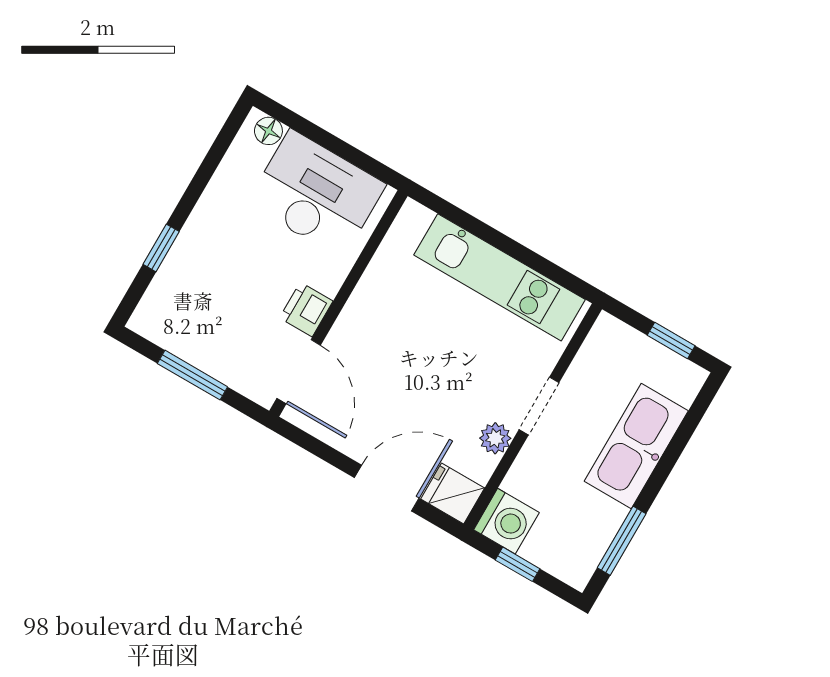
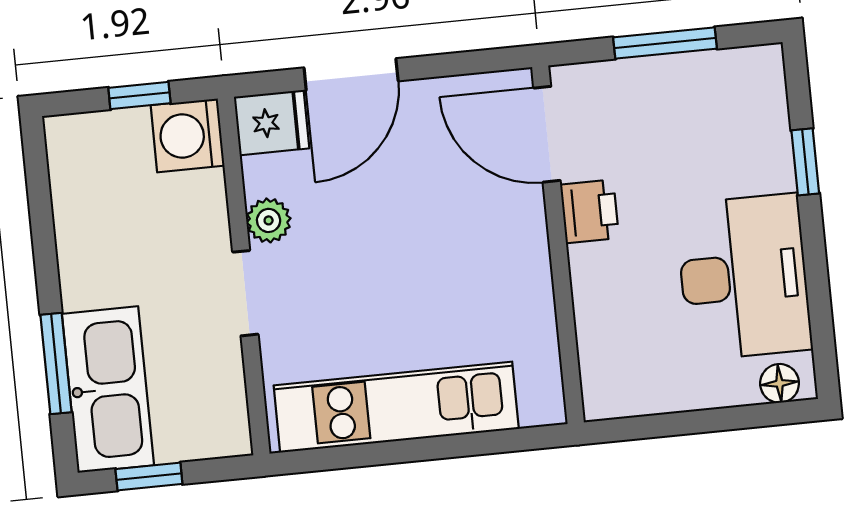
desk: (316, 194) -> (744, 277), moved, turned -90
kitchen sink: (636, 446) -> (108, 390), moved
window: (622, 541) -> (56, 364), moved

